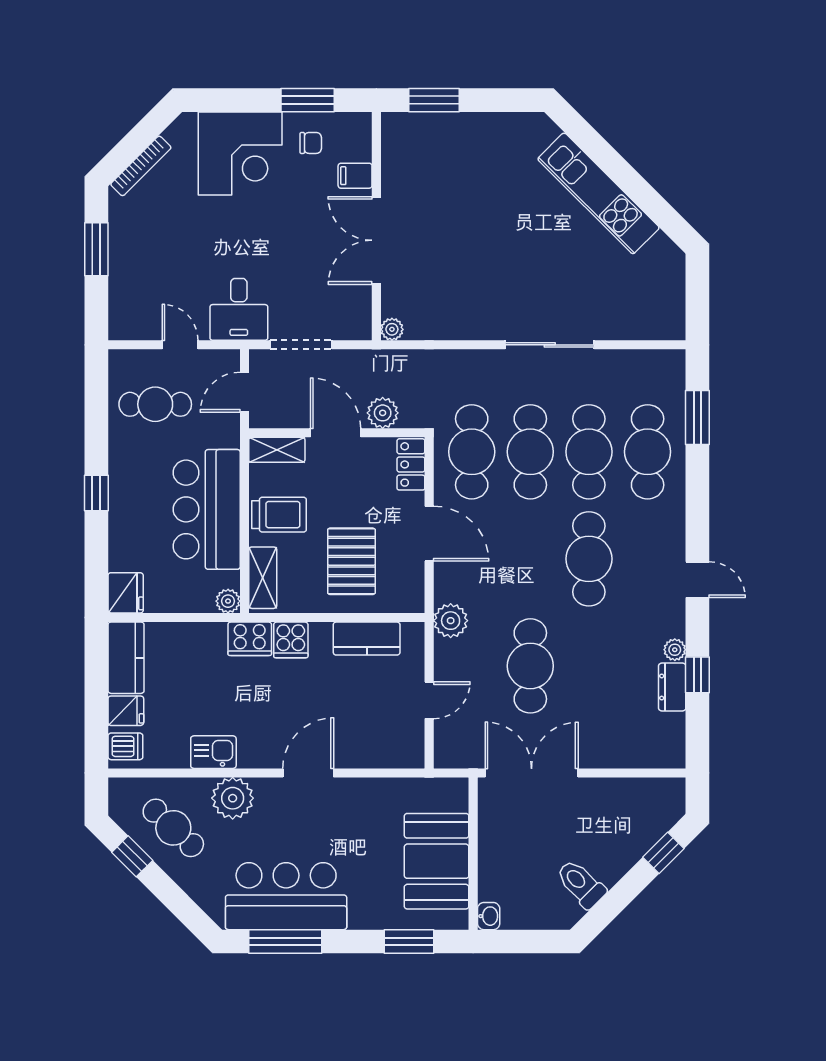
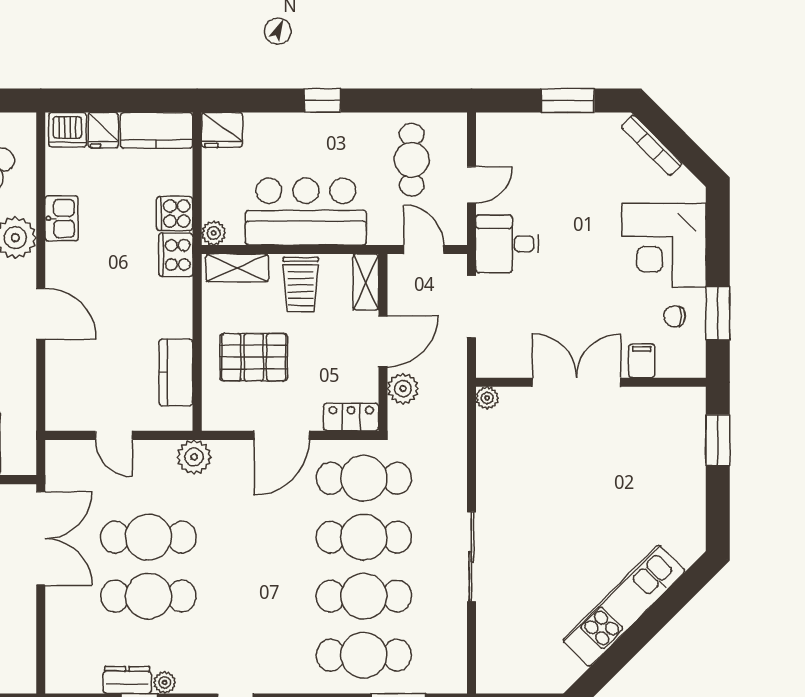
chair: (311, 143) -> (675, 316), turned 90
cafe table: (589, 559) -> (148, 596), moved
cooker: (291, 640) -> (175, 213), moved
dishwasher: (125, 746) -> (67, 130), width x1.38

